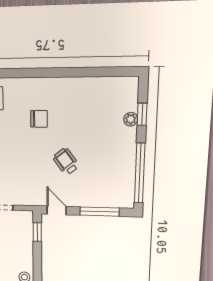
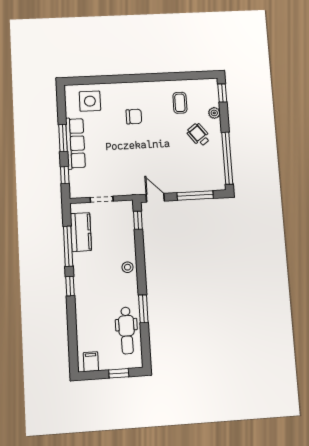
coffee table: (92, 105) -> (180, 103), added
window: (142, 114) -> (222, 93), moved
wheelchair: (66, 161) -> (199, 135), moved

